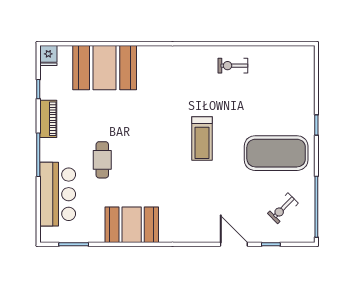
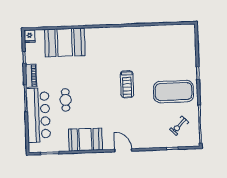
exercise bike: (233, 66) -> (145, 38), removed
bar counter: (58, 194) -> (38, 115), width x1.36
door: (234, 244) -> (123, 150), moved

